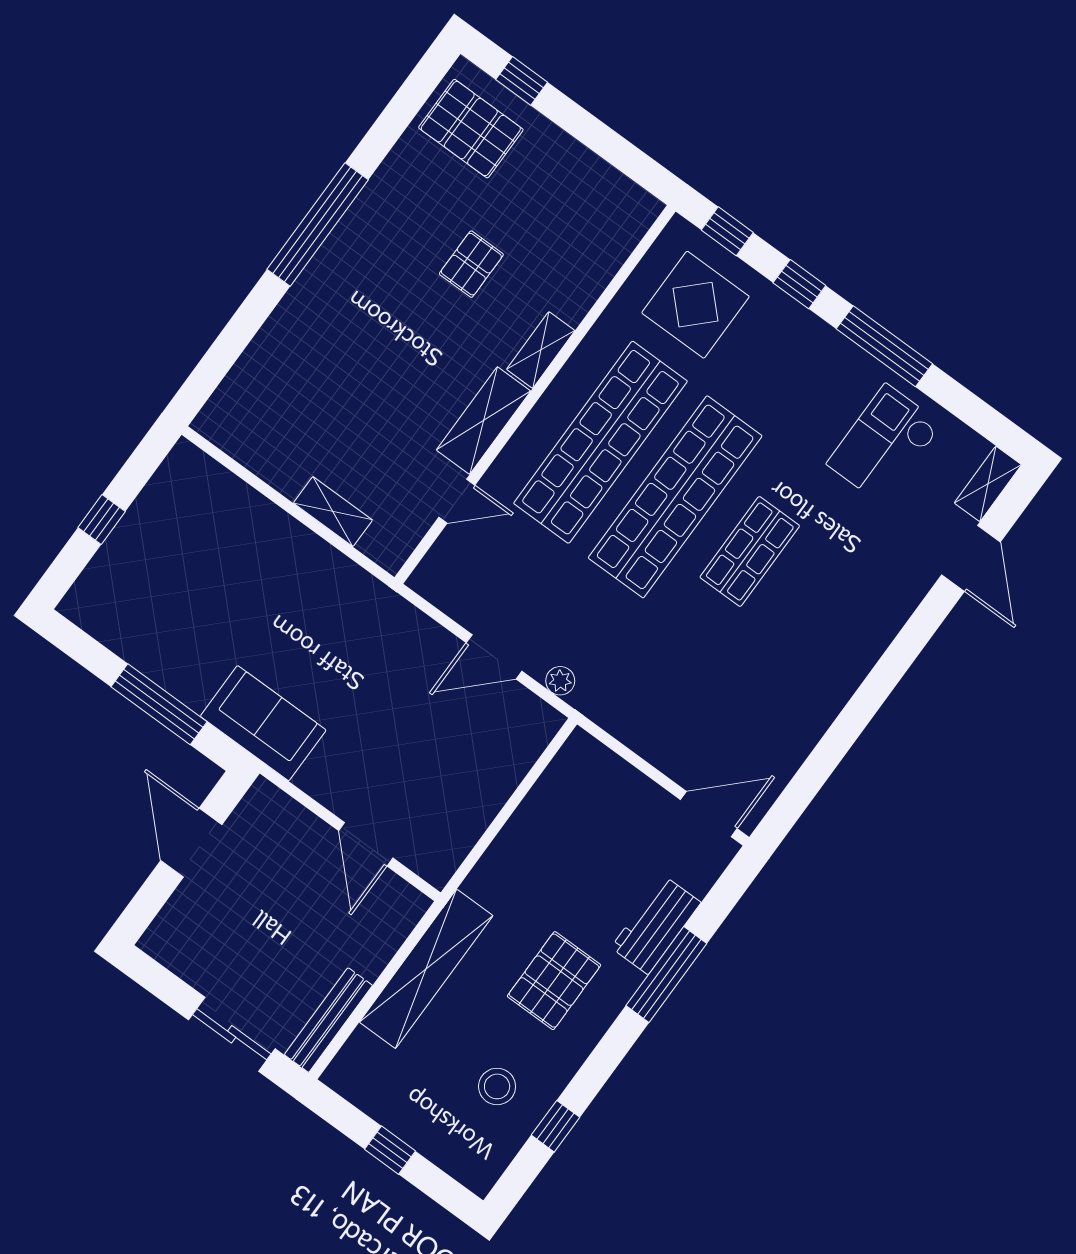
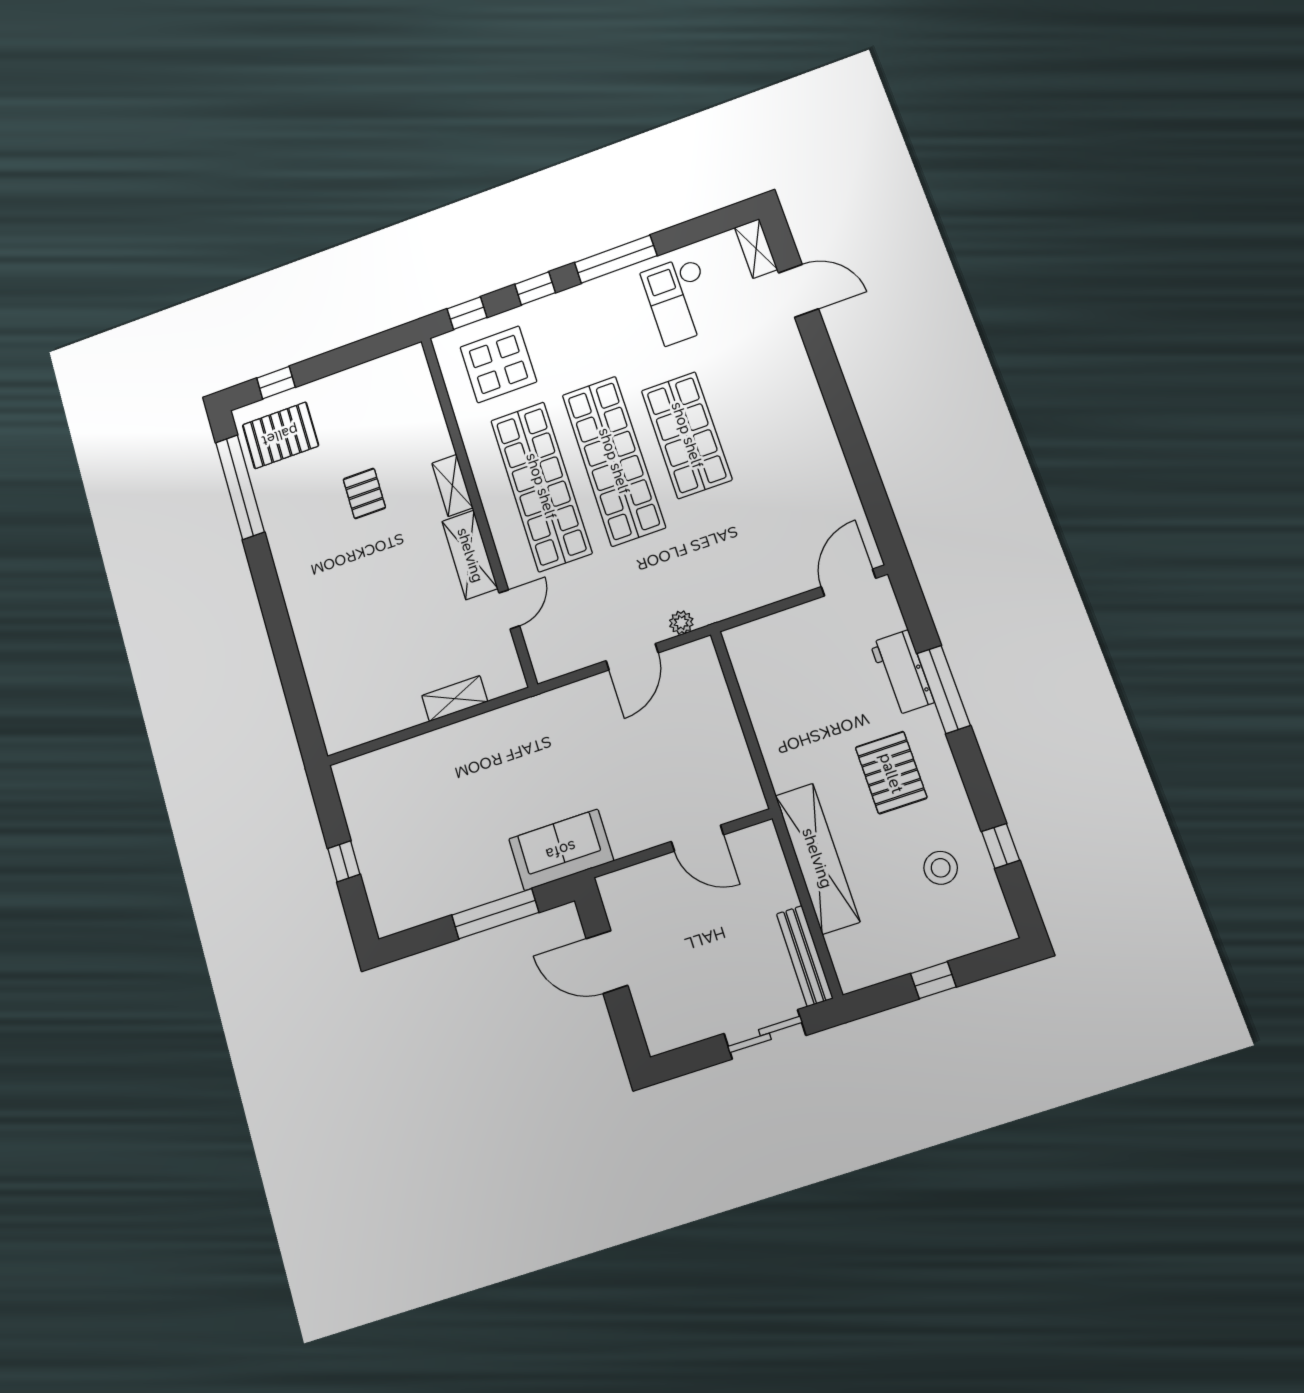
window: (318, 225) -> (240, 487), moved
shop shelf: (750, 551) -> (687, 435), width x1.43, depth x1.36

